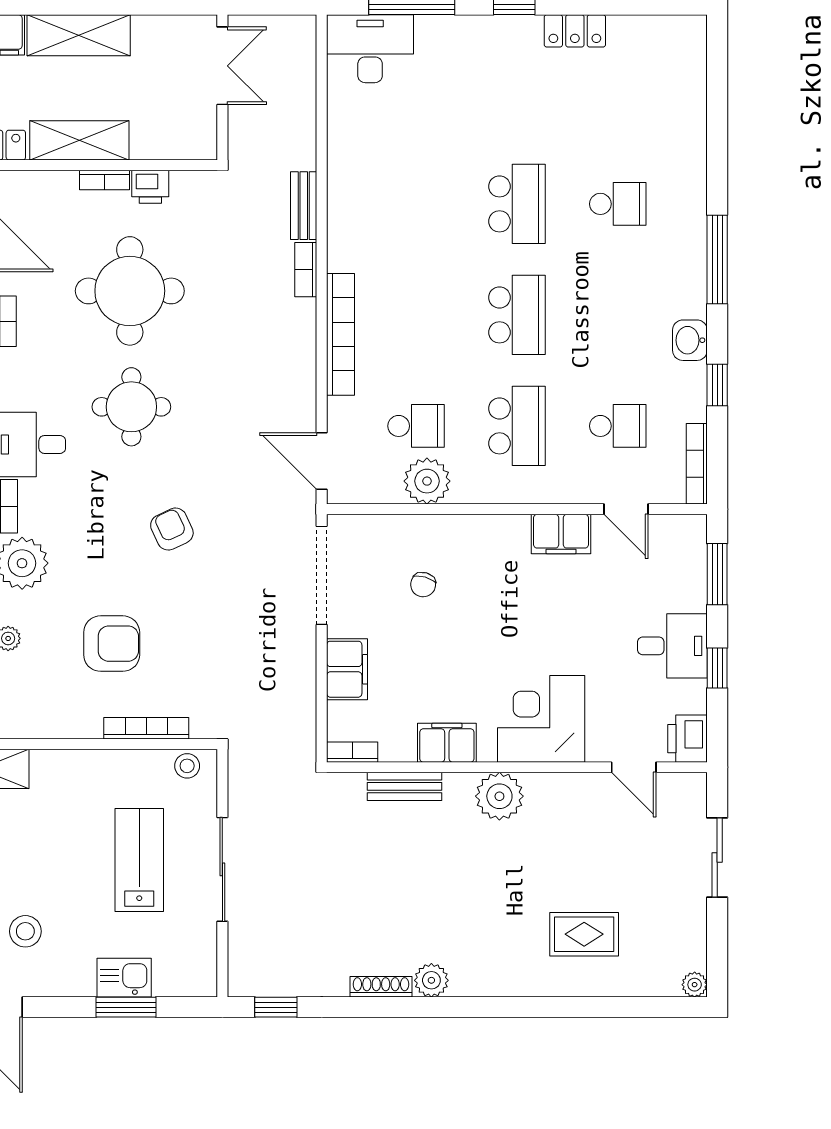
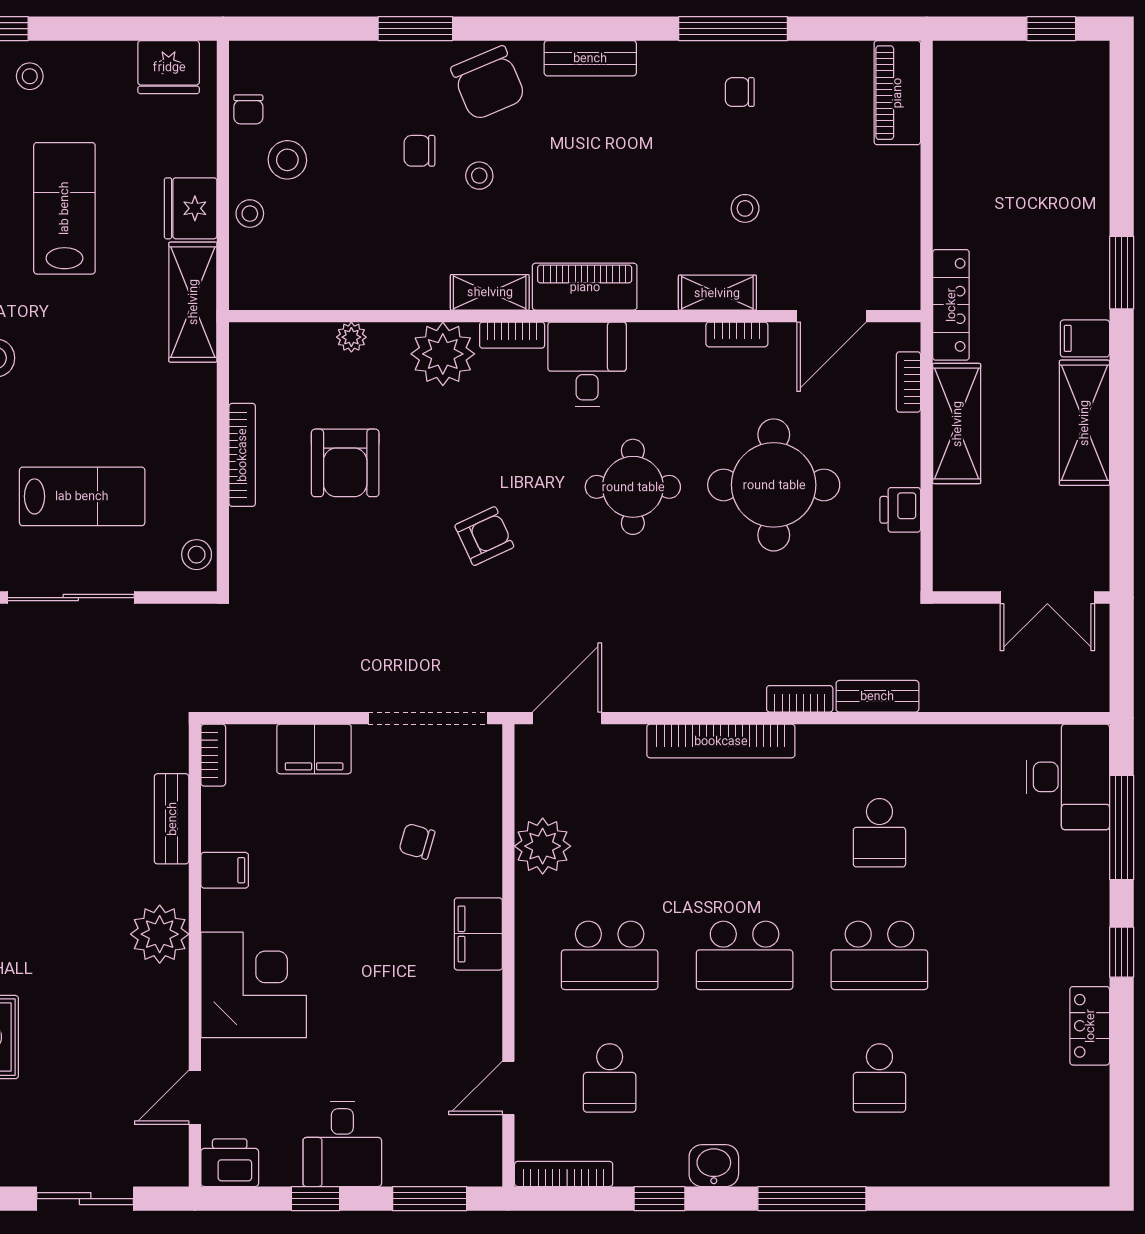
bookcase: (104, 180) -> (908, 382), moved
school desk: (416, 426) -> (879, 833), moved
filing cabinet: (561, 534) -> (478, 934), moved
bookcase: (146, 728) -> (242, 455), moved
filing cabinet: (447, 743) -> (225, 870), width x0.50

